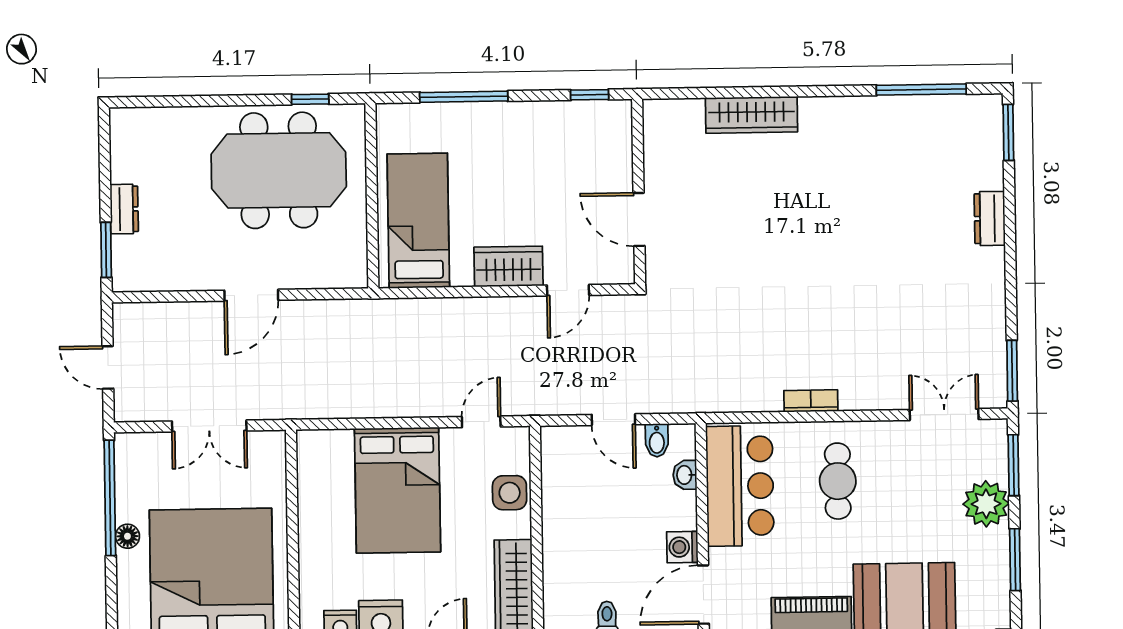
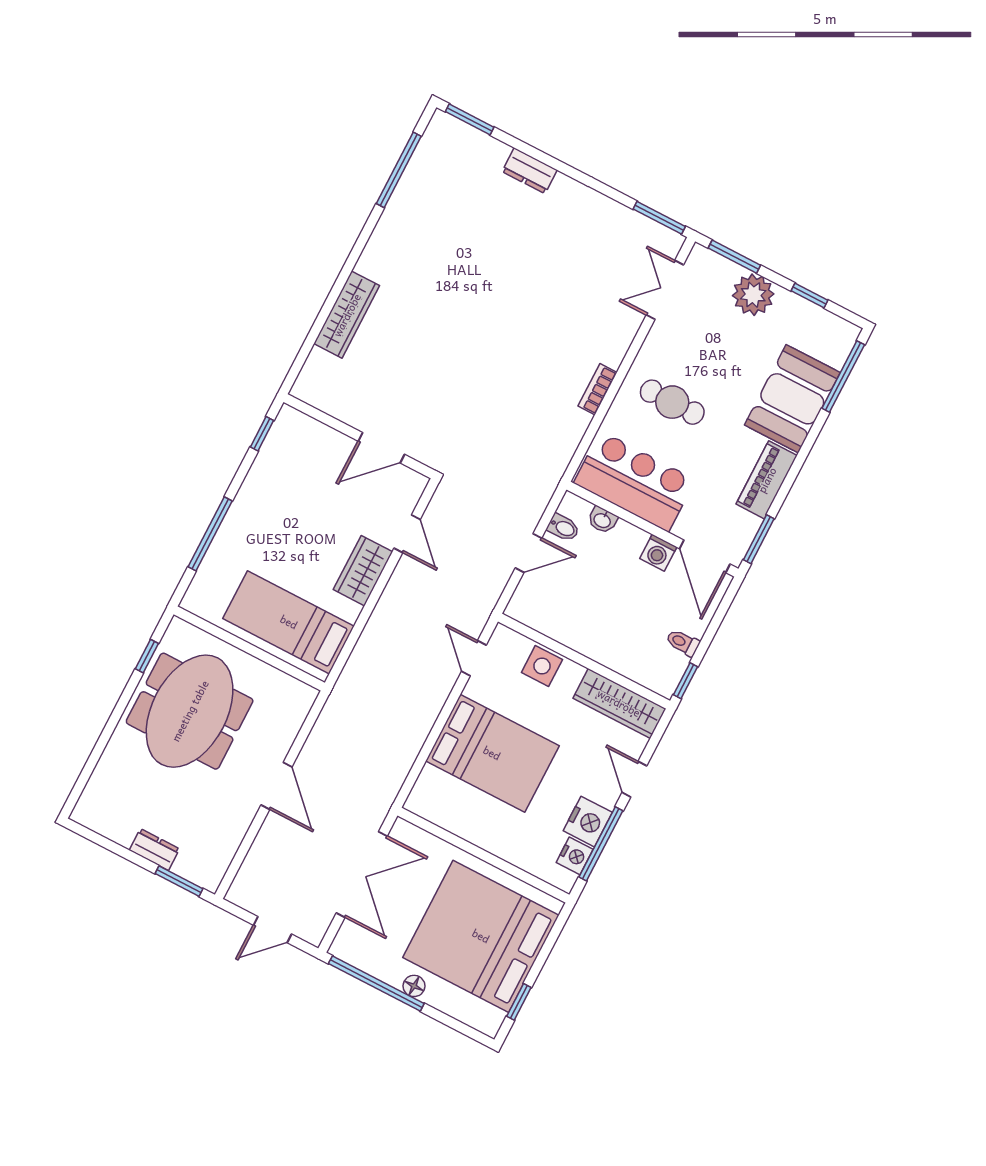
double door: (209, 426) -> (362, 875), width x1.37
window: (1015, 560) -> (810, 296), width x0.67

